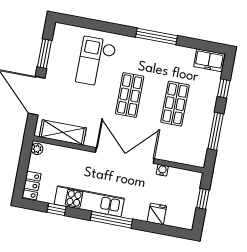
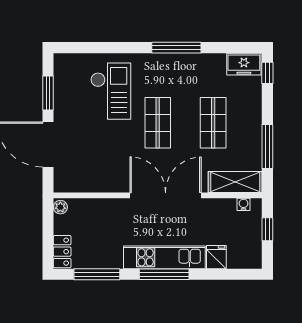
checkout: (96, 62) -> (111, 91), turned 180
window: (224, 89) -> (267, 73), moved
shelving: (63, 132) -> (235, 182), moved
water cooler: (162, 170) -> (243, 204), moved
kitchen unit: (89, 201) -> (164, 257), moved
window: (56, 209) -> (97, 274), width x2.17

